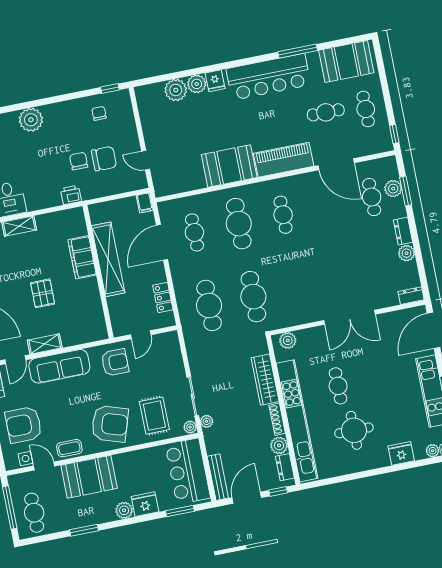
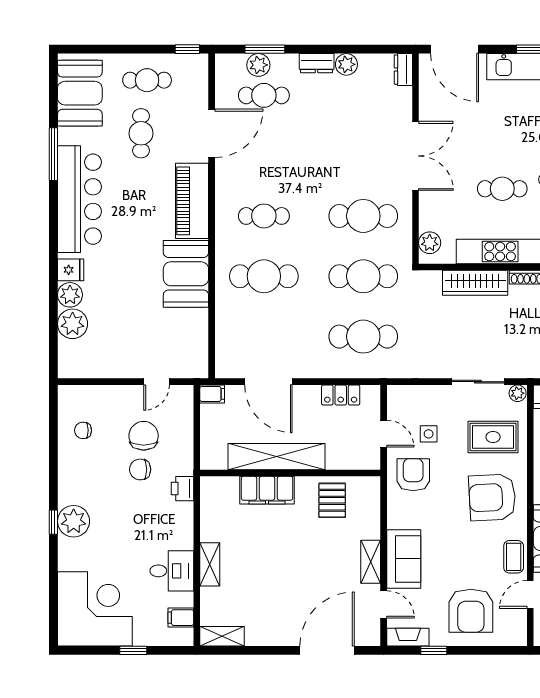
window: (110, 89) -> (53, 522), moved
cafe table: (194, 232) -> (363, 216), moved, width x1.37, depth x1.35
pallet: (43, 293) -> (332, 500), moved, turned 90
sofa: (59, 366) -> (404, 559), width x0.73
plant: (207, 421) -> (514, 370), removed
armchair: (110, 424) -> (492, 497), turned -111
side table: (26, 459) -> (429, 434), moved

